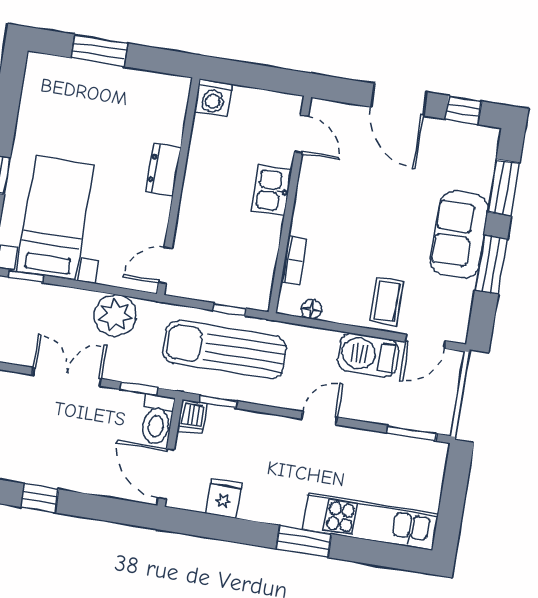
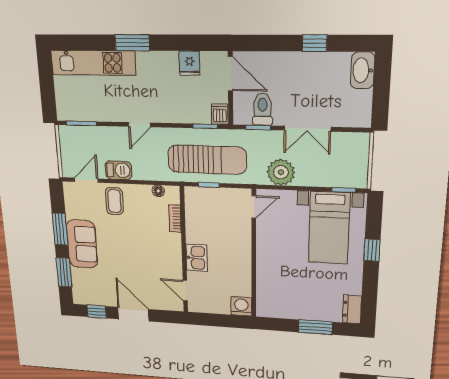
dresser: (163, 170) -> (352, 309), moved, turned 180
barbecue: (368, 355) -> (118, 170), width x0.73, depth x0.79
toilet: (157, 420) -> (263, 109), moved

